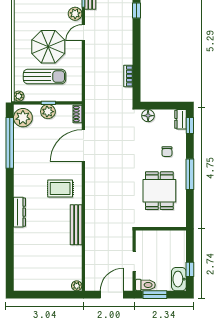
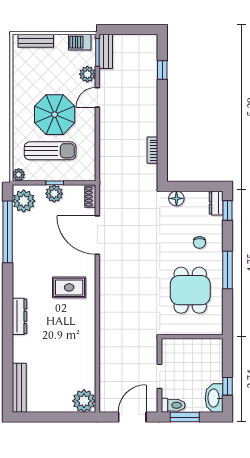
door: (83, 146) -> (97, 235), hinge flipped
bench: (76, 225) -> (19, 388), moved
plant: (77, 286) -> (84, 401), width x1.87, depth x1.87

